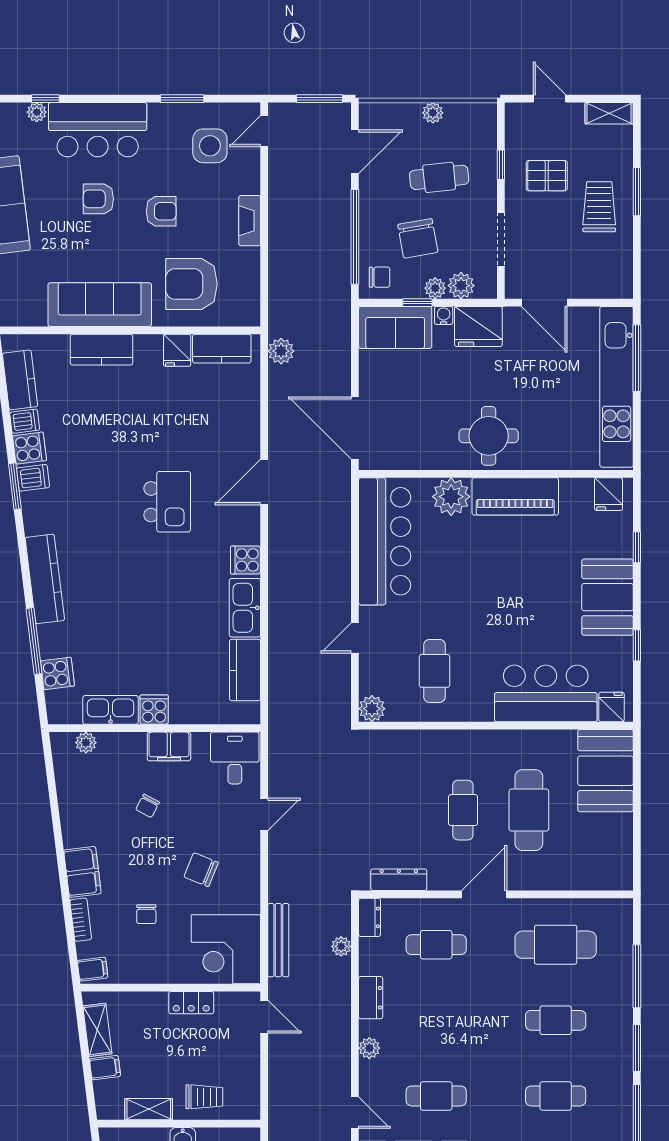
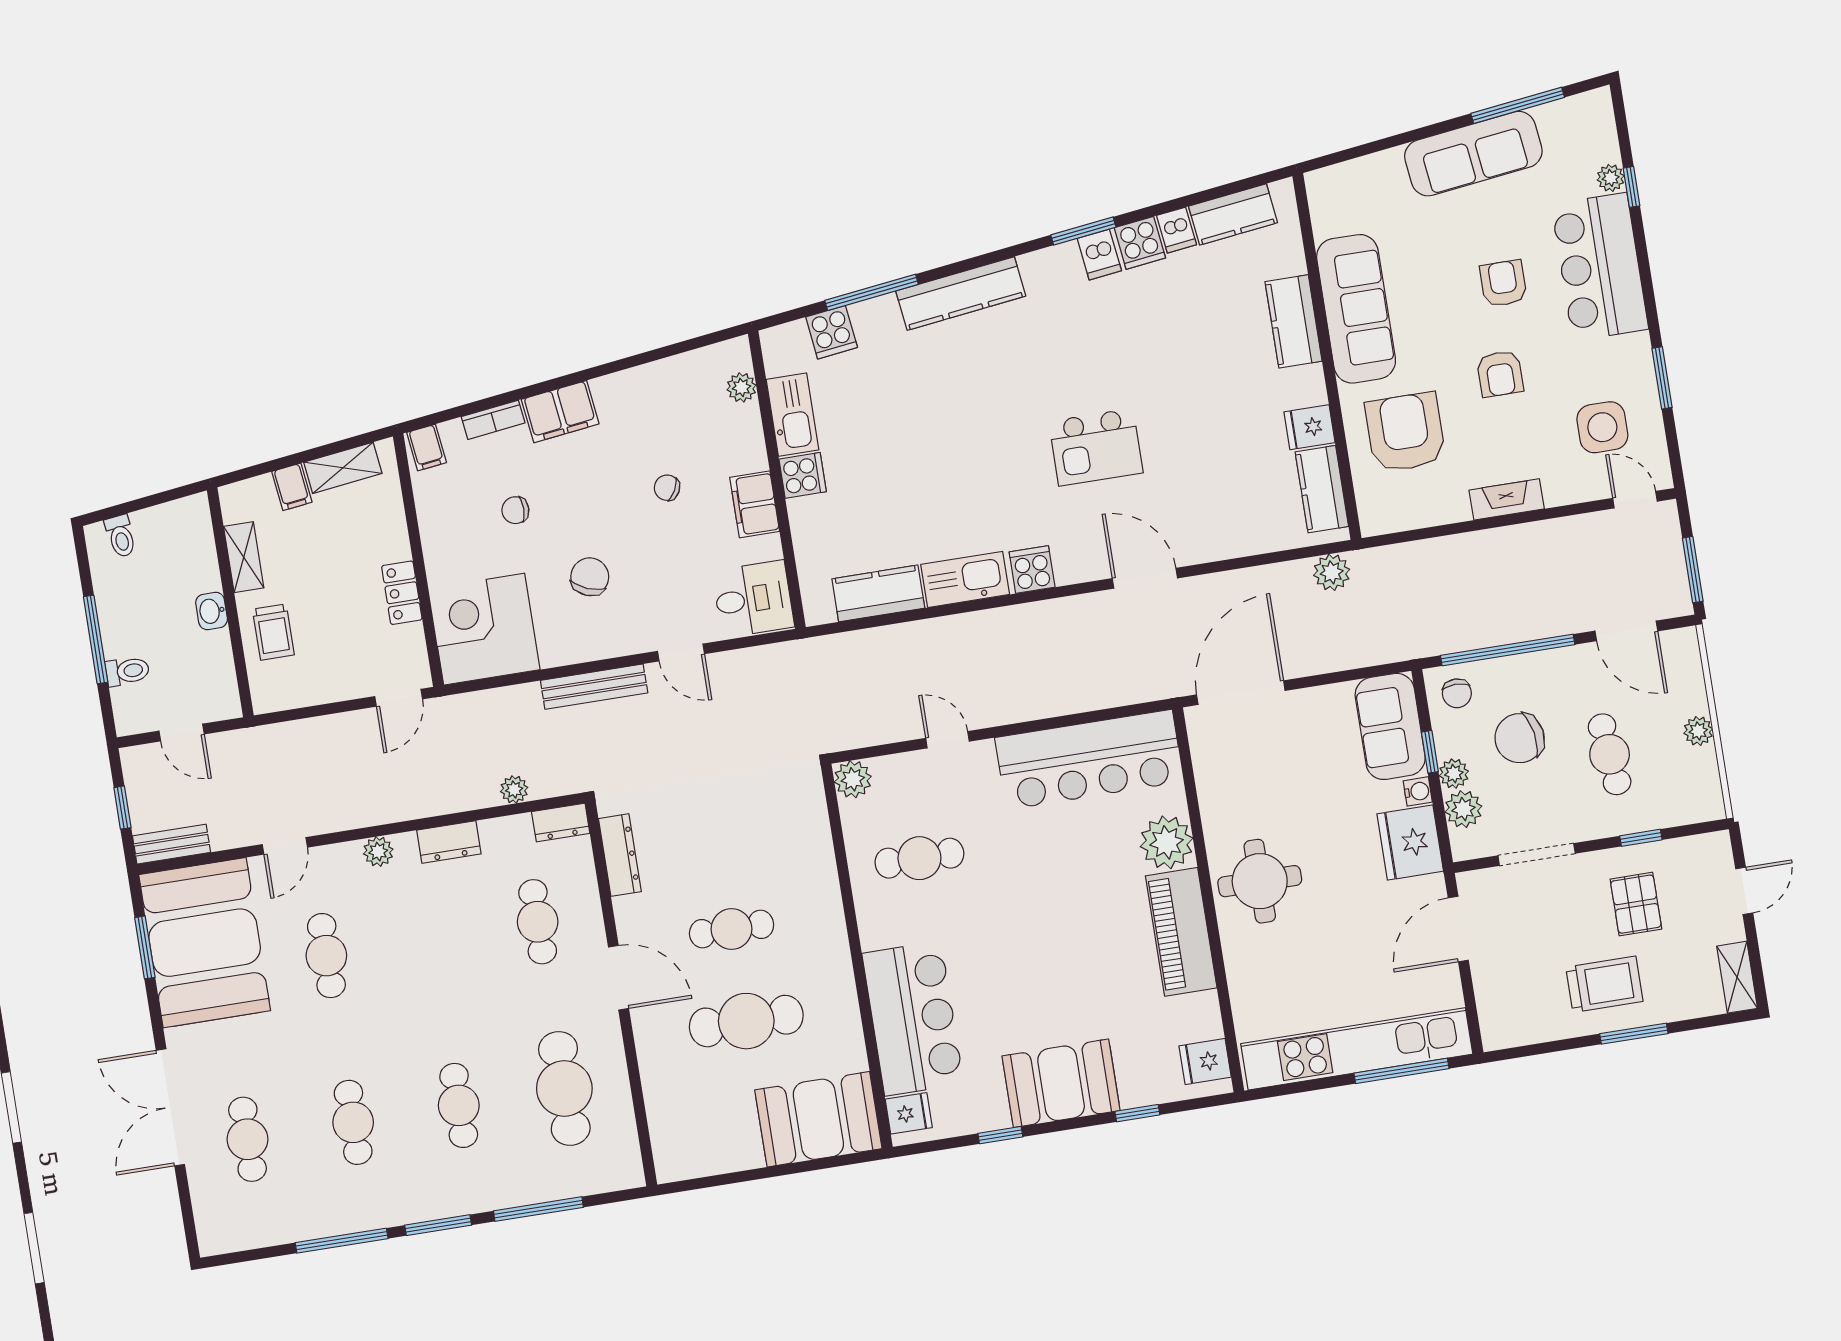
bench: (278, 940) -> (594, 687), moved

